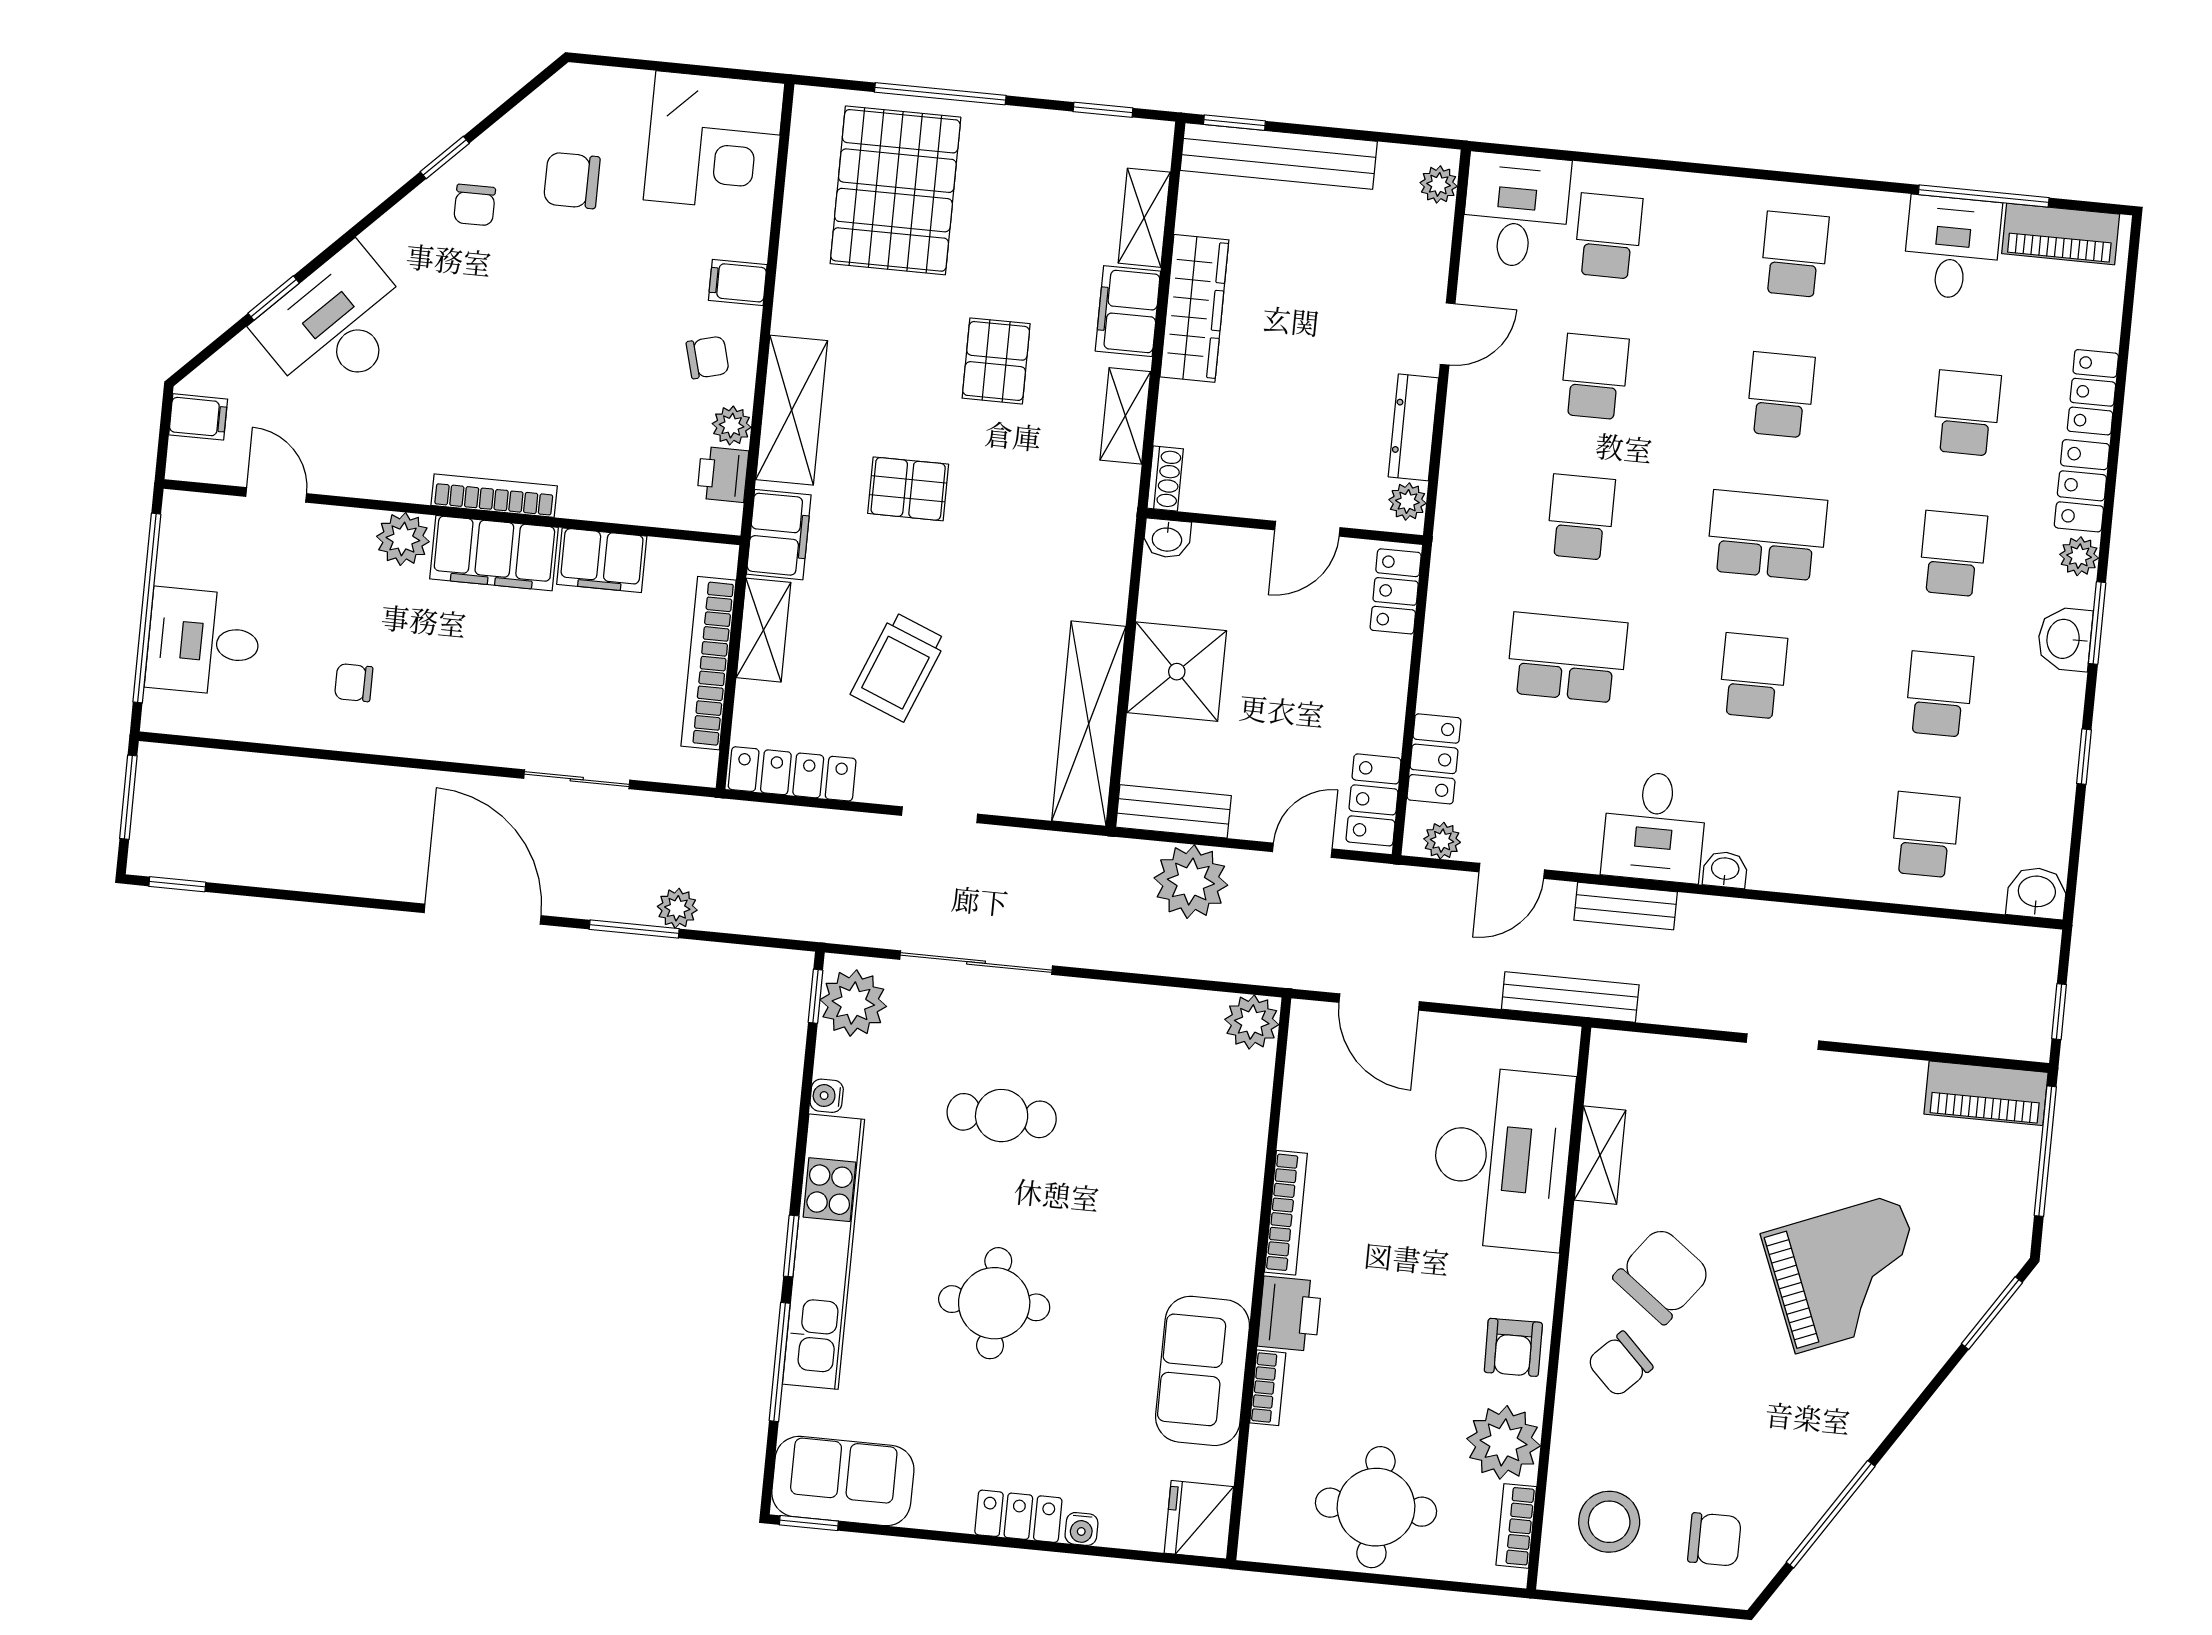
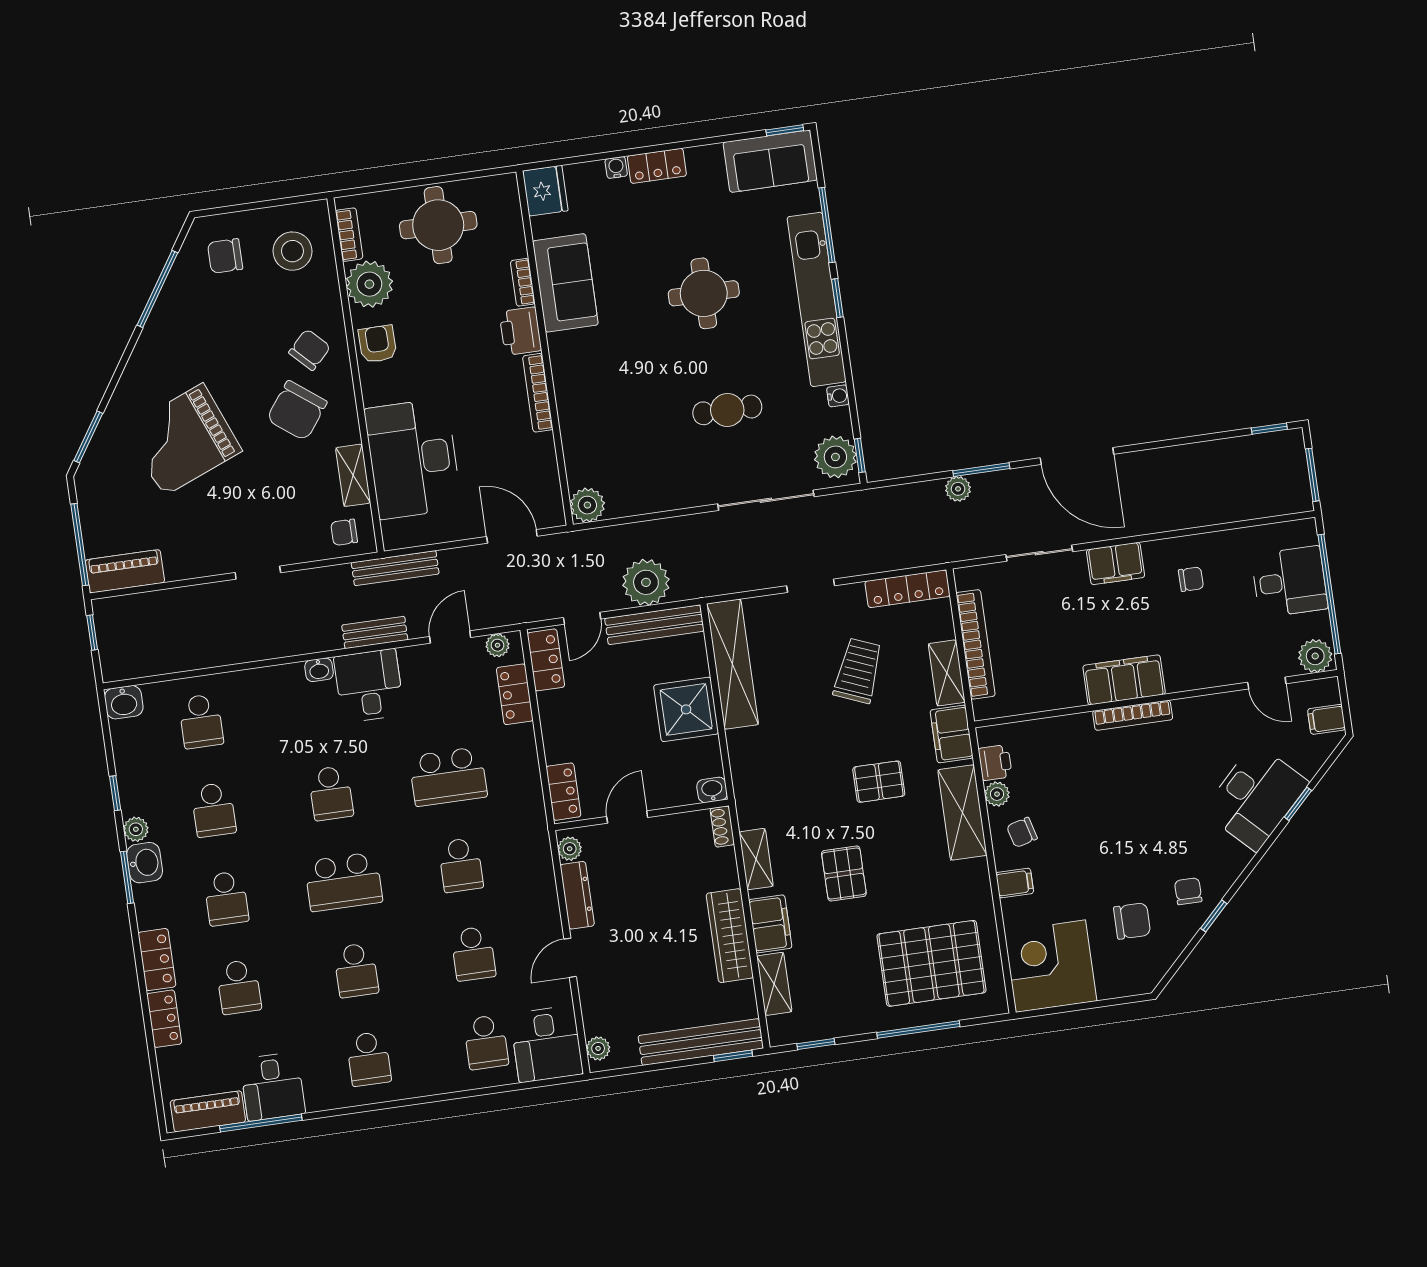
pallet: (895, 190) -> (931, 963), turned 90
plant: (403, 539) -> (1315, 656), moved
plant: (2079, 556) -> (136, 829), moved
filing cabinet: (602, 560) -> (1116, 564), moved, turned 180
bench: (1173, 811) -> (654, 625), width x1.36
chair: (1635, 1071) -> (344, 532), added

